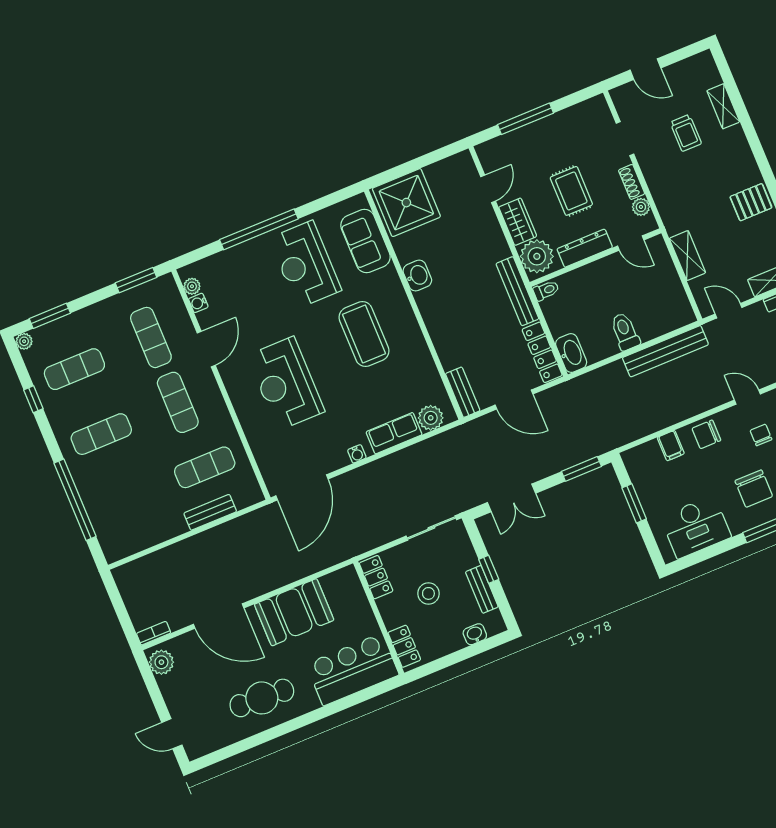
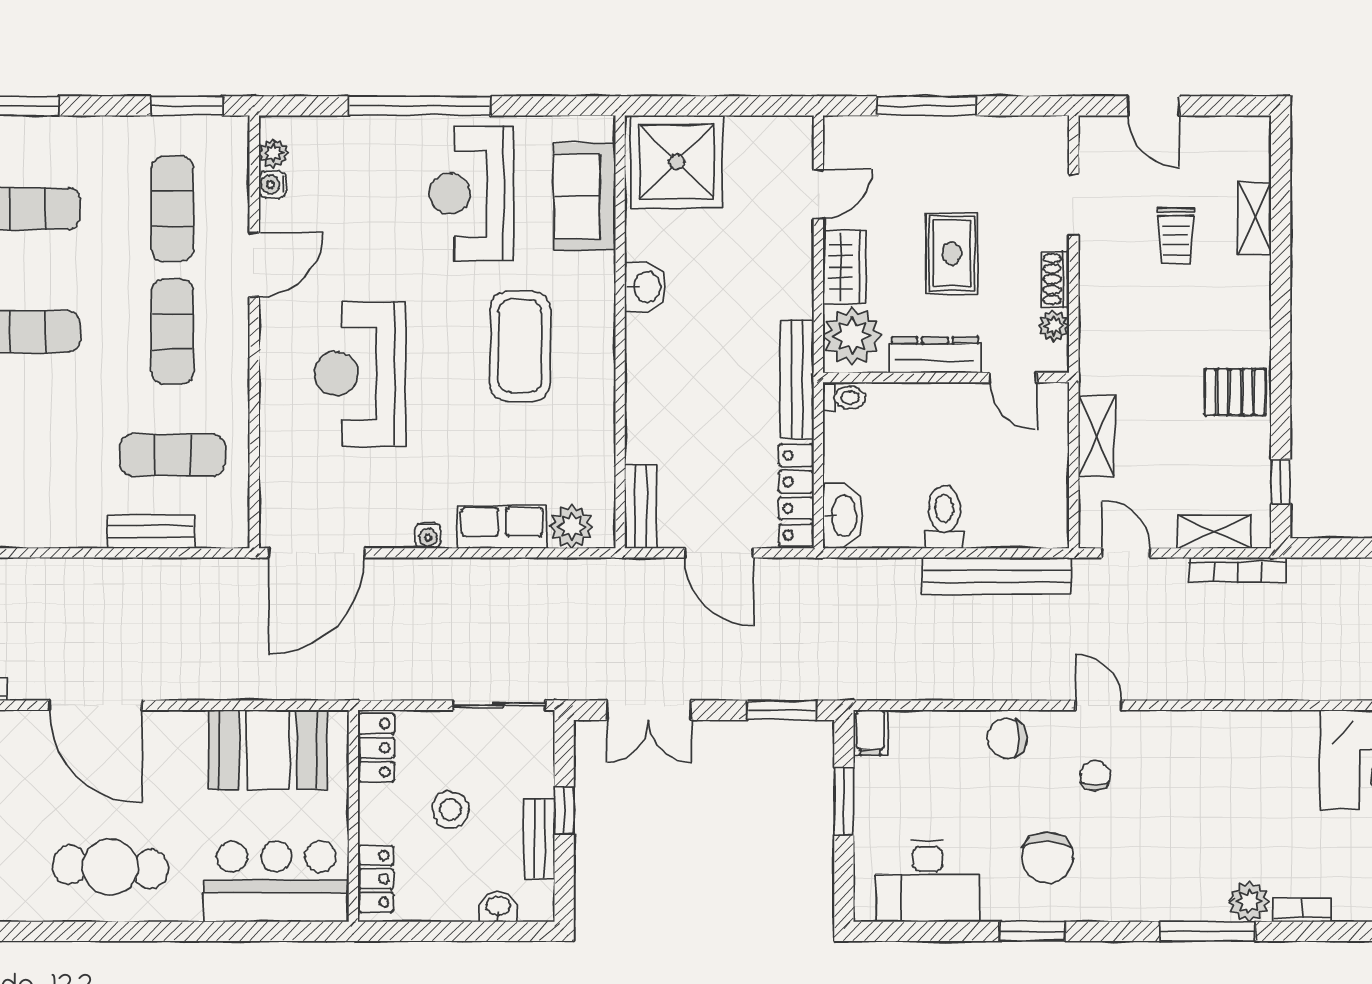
filing cabinet: (671, 446) -> (870, 732), moved
booth: (294, 612) -> (268, 750), moved

